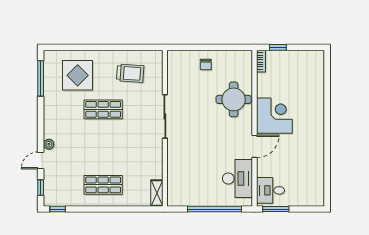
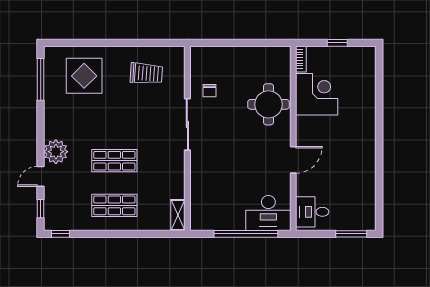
window: (278, 47) -> (337, 43), moved
chair: (206, 65) -> (209, 91), moved
shop shelf: (103, 109) -> (114, 161), moved
corner desk: (274, 116) -> (317, 94), moved
plant: (49, 144) -> (56, 152), width x1.88, depth x1.88
desk: (238, 178) -> (268, 213), moved, turned 90
window: (276, 209) -> (351, 234), moved

